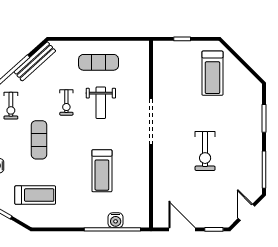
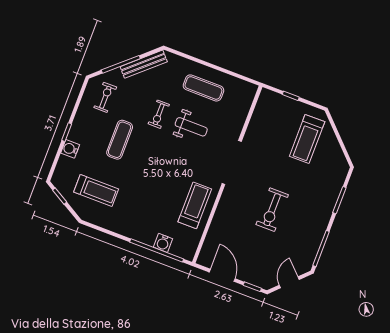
weight bench: (101, 103) -> (191, 127), turned -90
exercise bike: (11, 106) -> (105, 97), turned 180
treadmill: (102, 171) -> (195, 205), moved, turned 180

